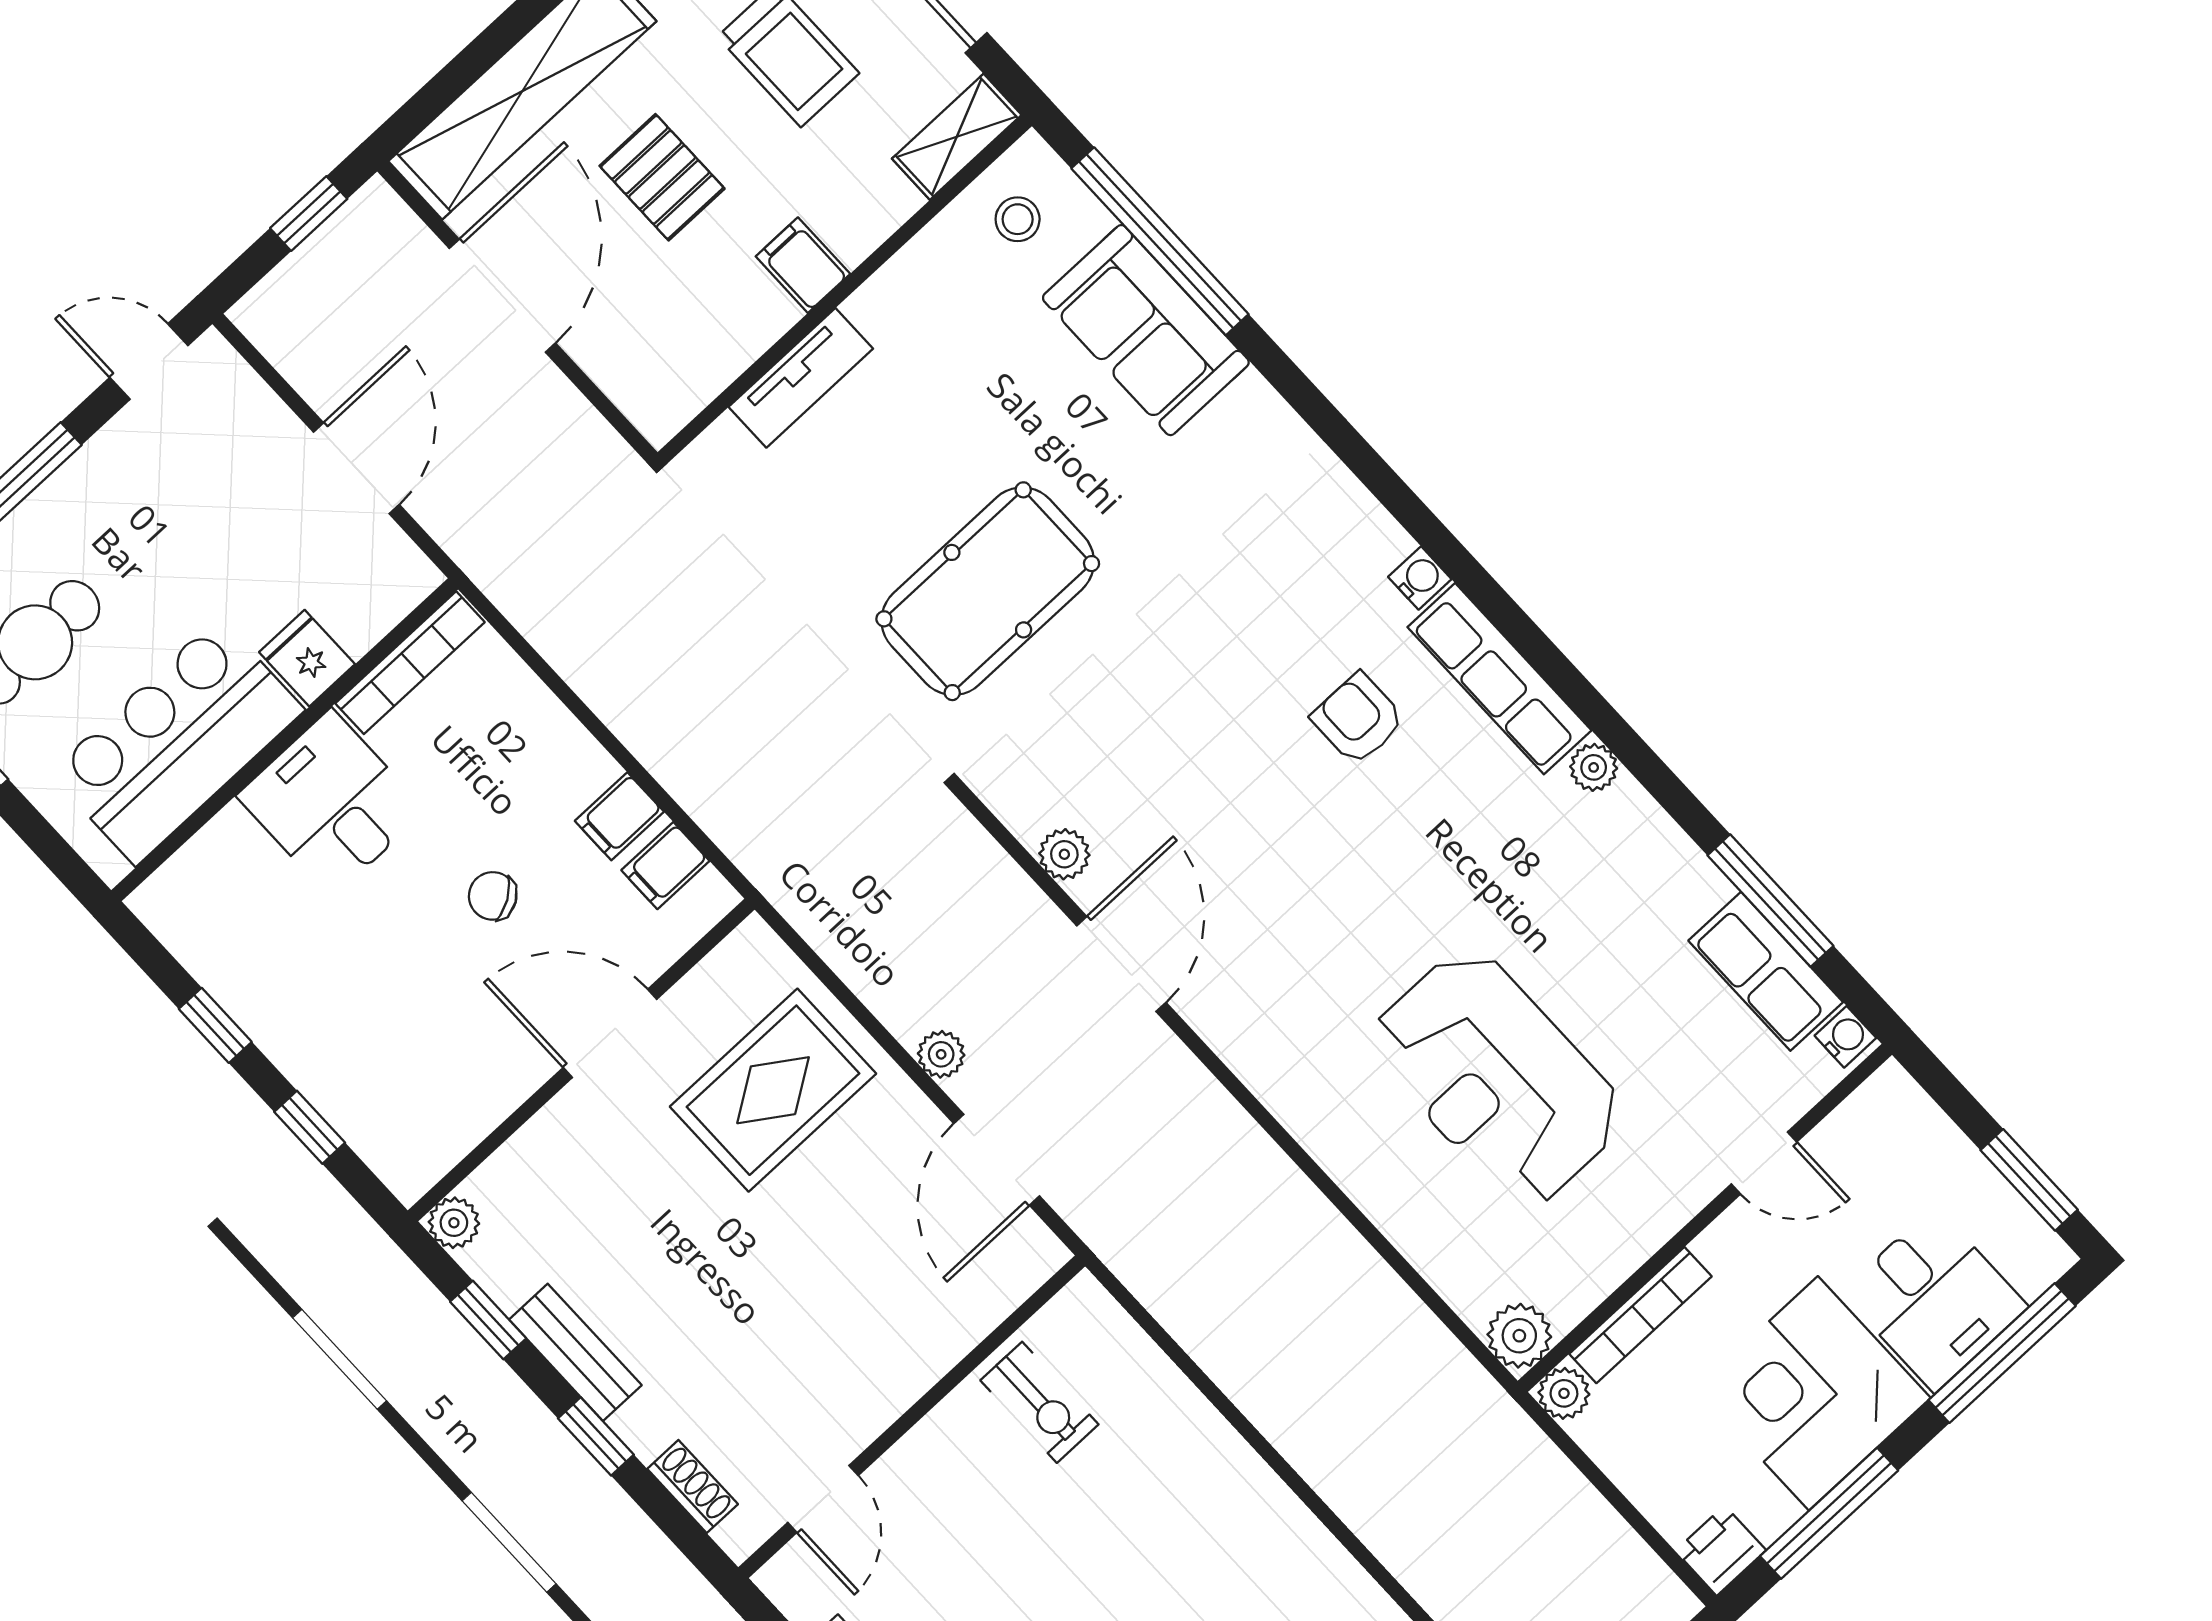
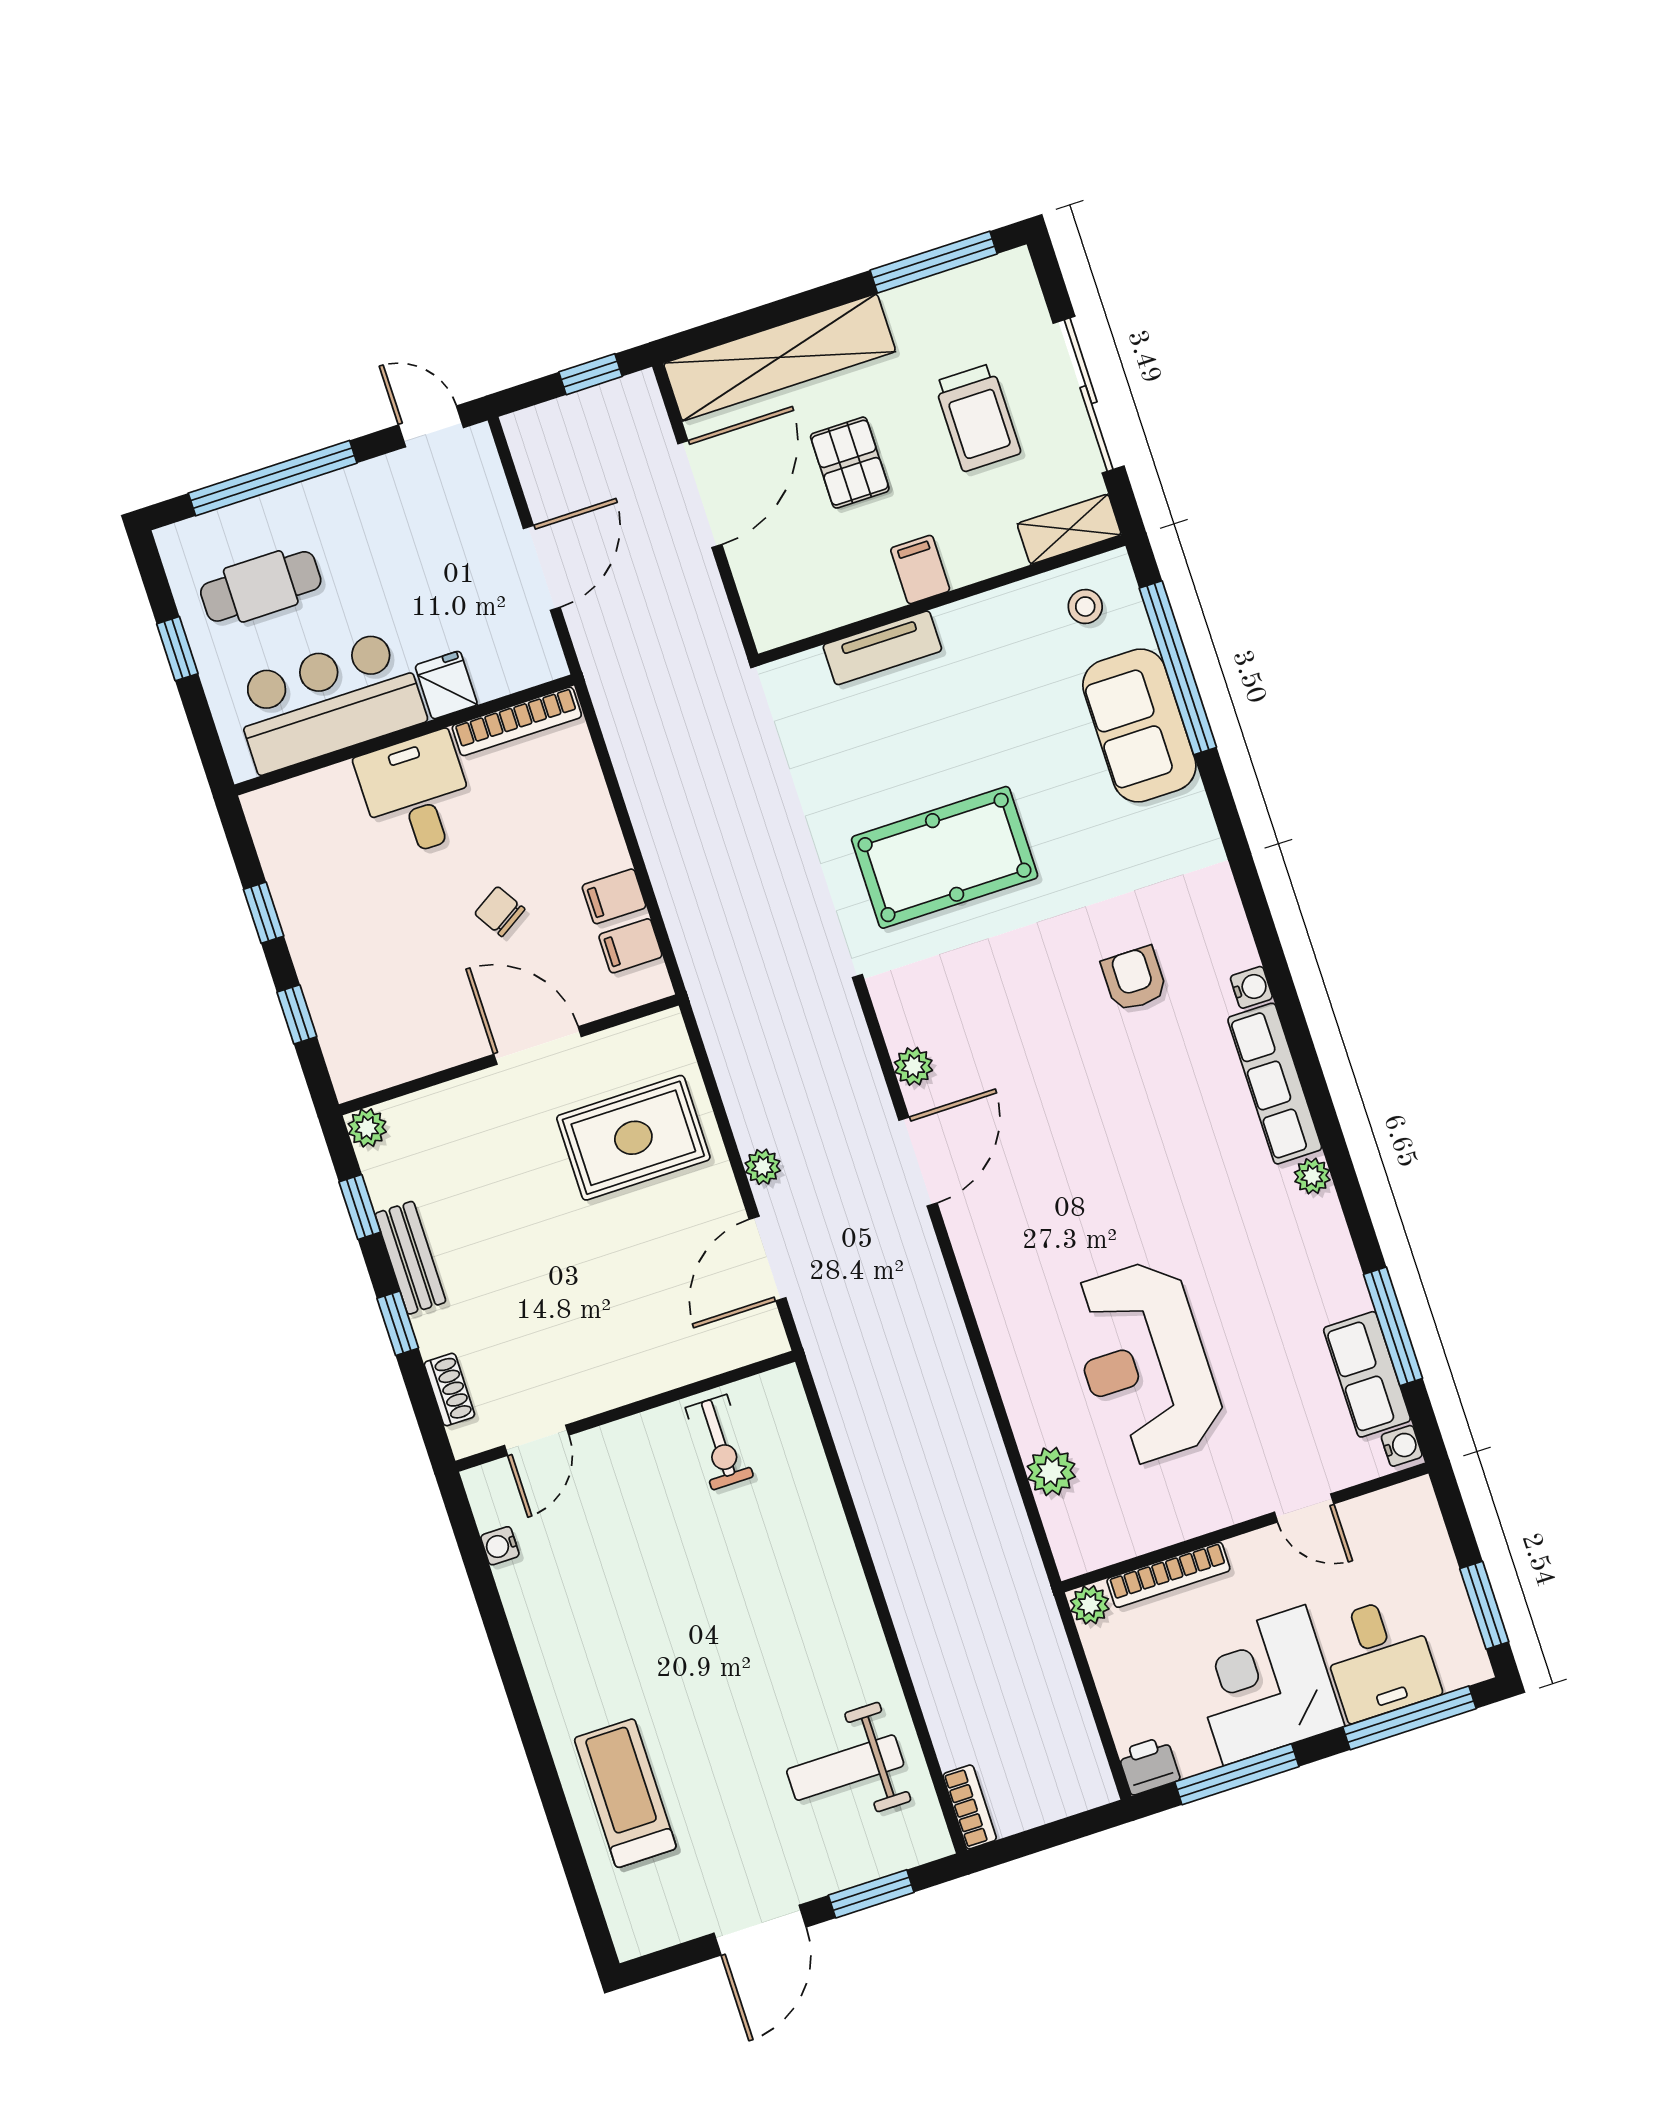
armchair: (1358, 719) -> (1134, 979), moved
plant: (1519, 1336) -> (1051, 1471), moved

